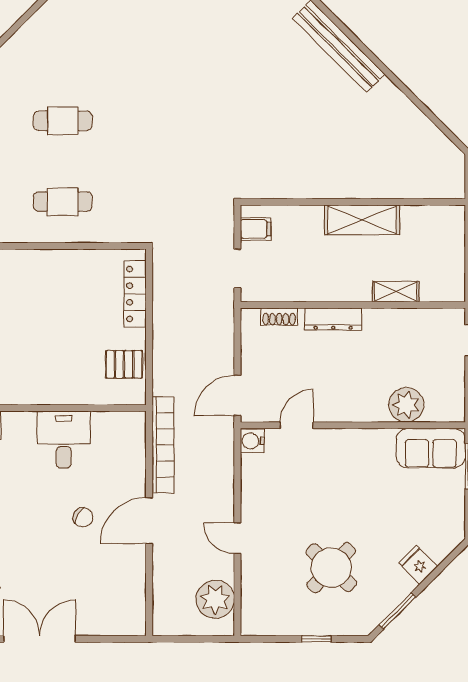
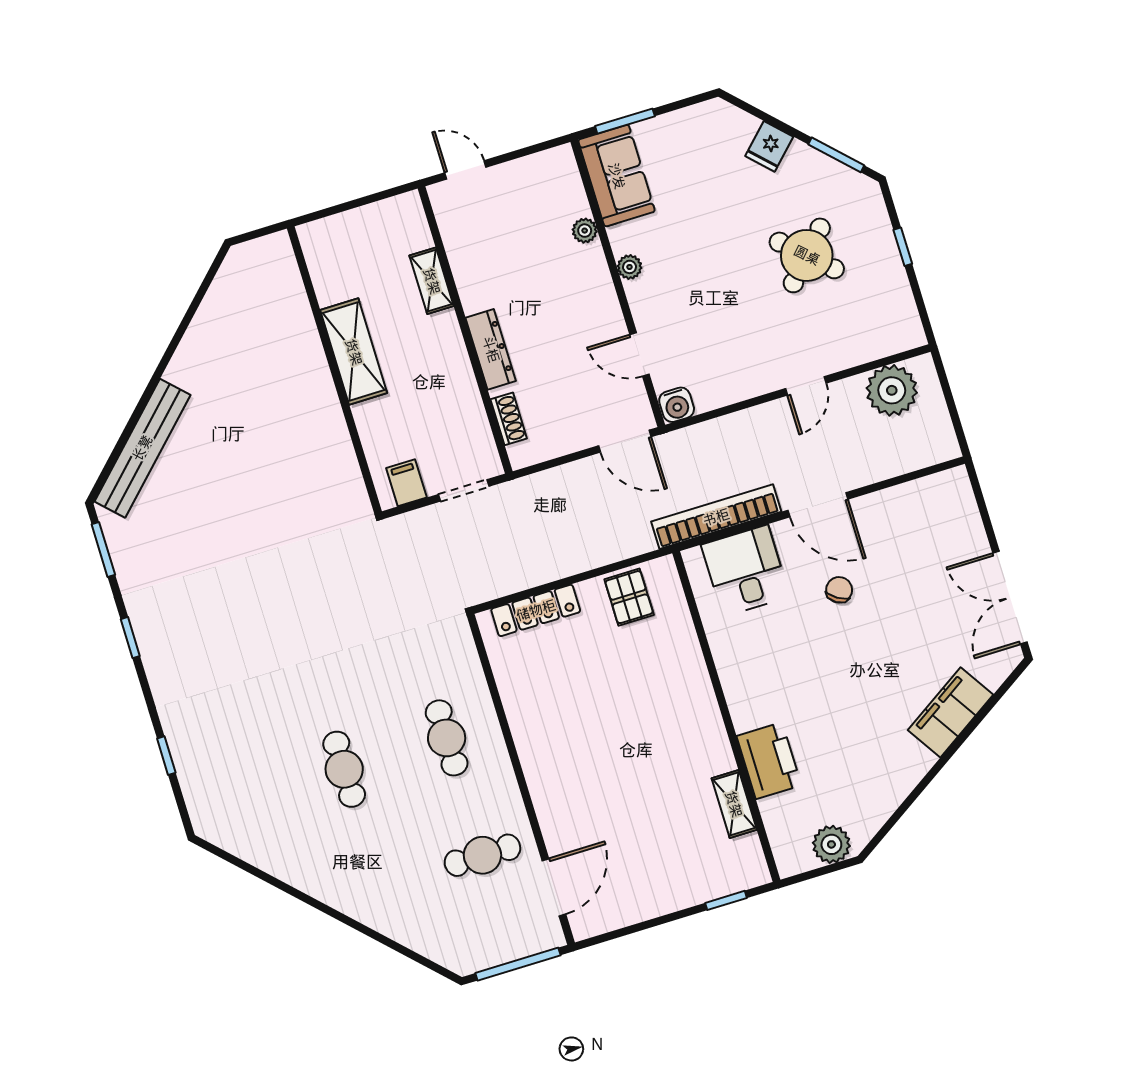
plant: (406, 405) -> (585, 231), width x0.53, depth x0.53
plant: (362, 437) -> (629, 267), added
desk: (64, 440) -> (745, 571), moved, turned 90

